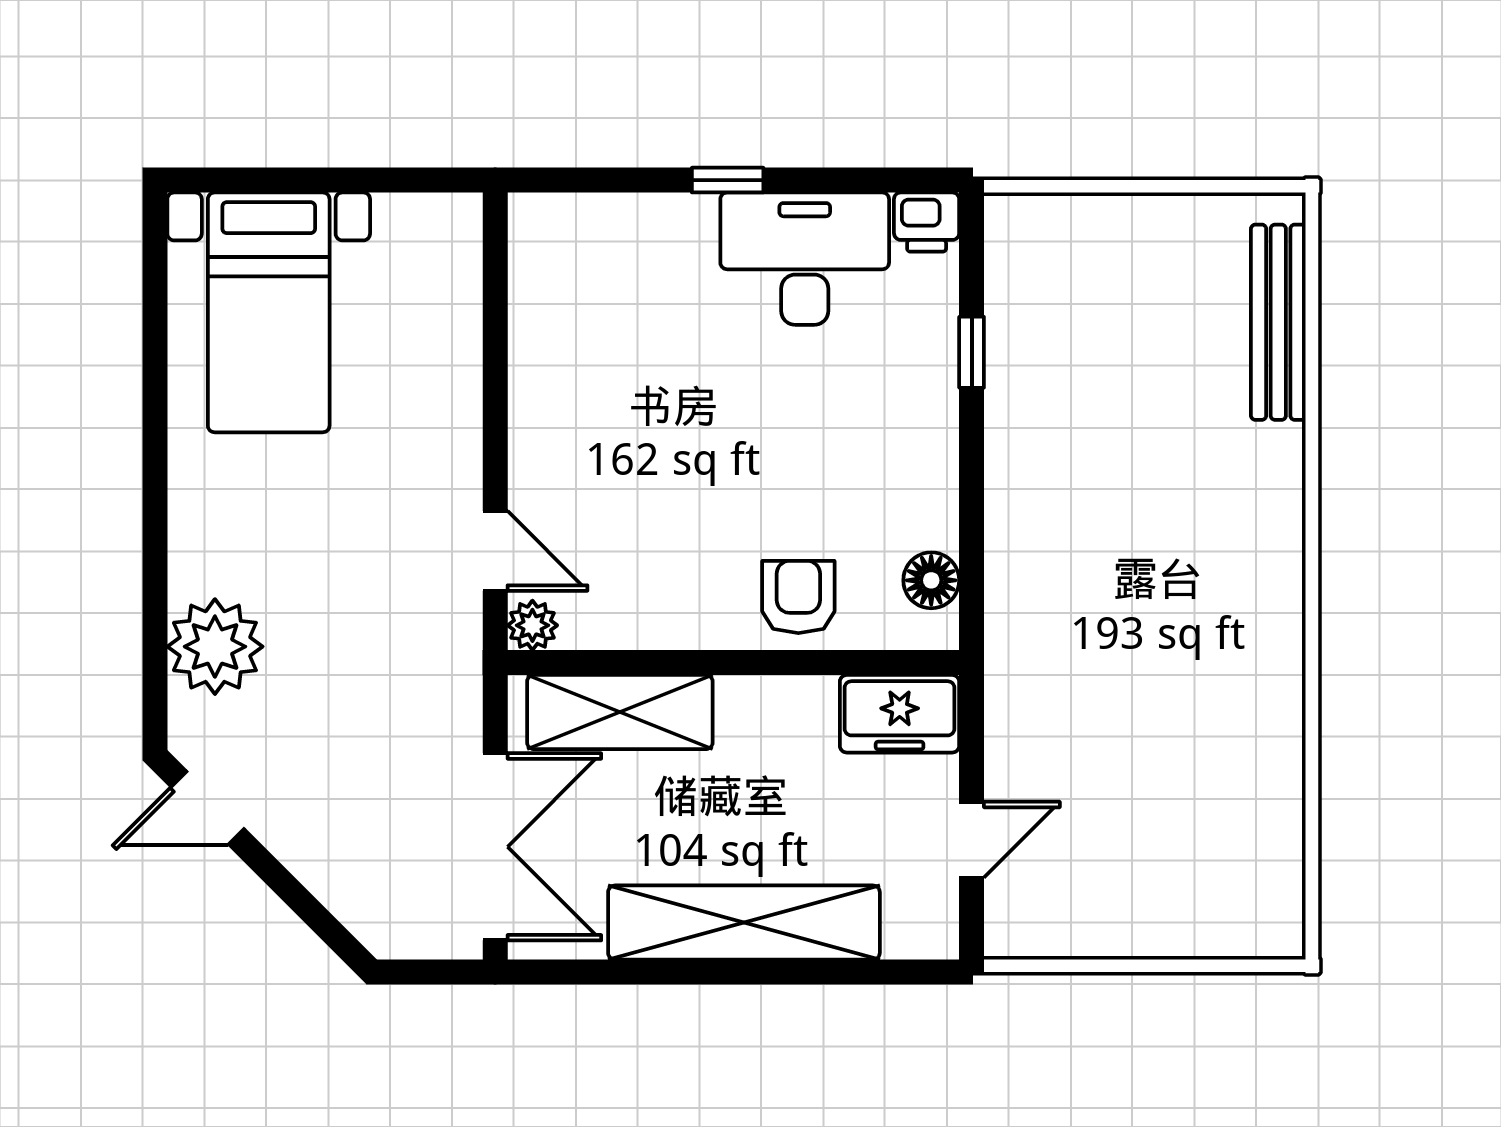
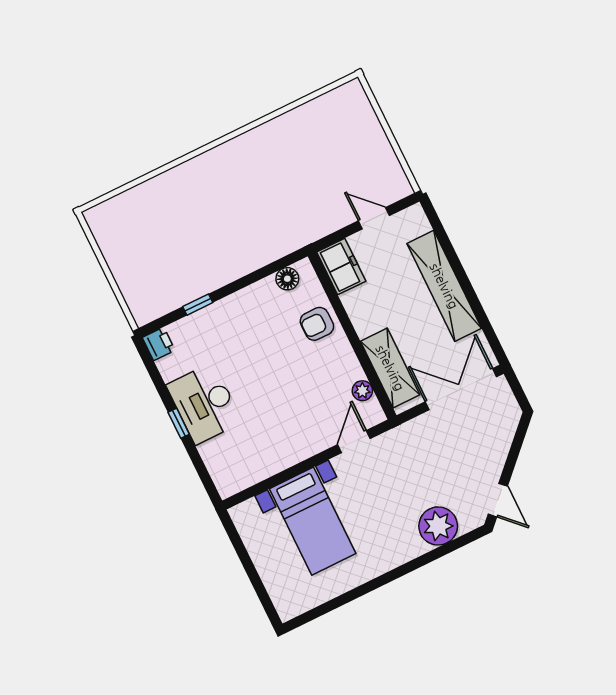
desk: (805, 259) -> (204, 404), moved
bed with nightstands: (269, 312) -> (313, 521), moved, turned 90
bench: (1278, 322) -> (133, 199), removed
plant: (532, 625) -> (362, 391), moved

